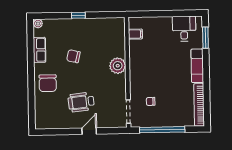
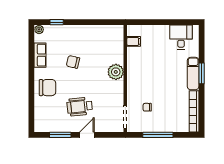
window: (78, 15) -> (57, 22), moved
window: (205, 38) -> (202, 73), moved
chair: (48, 83) -> (48, 88), turned -90
window: (162, 130) -> (158, 135), width x0.68
window: (62, 132) -> (60, 135), added

